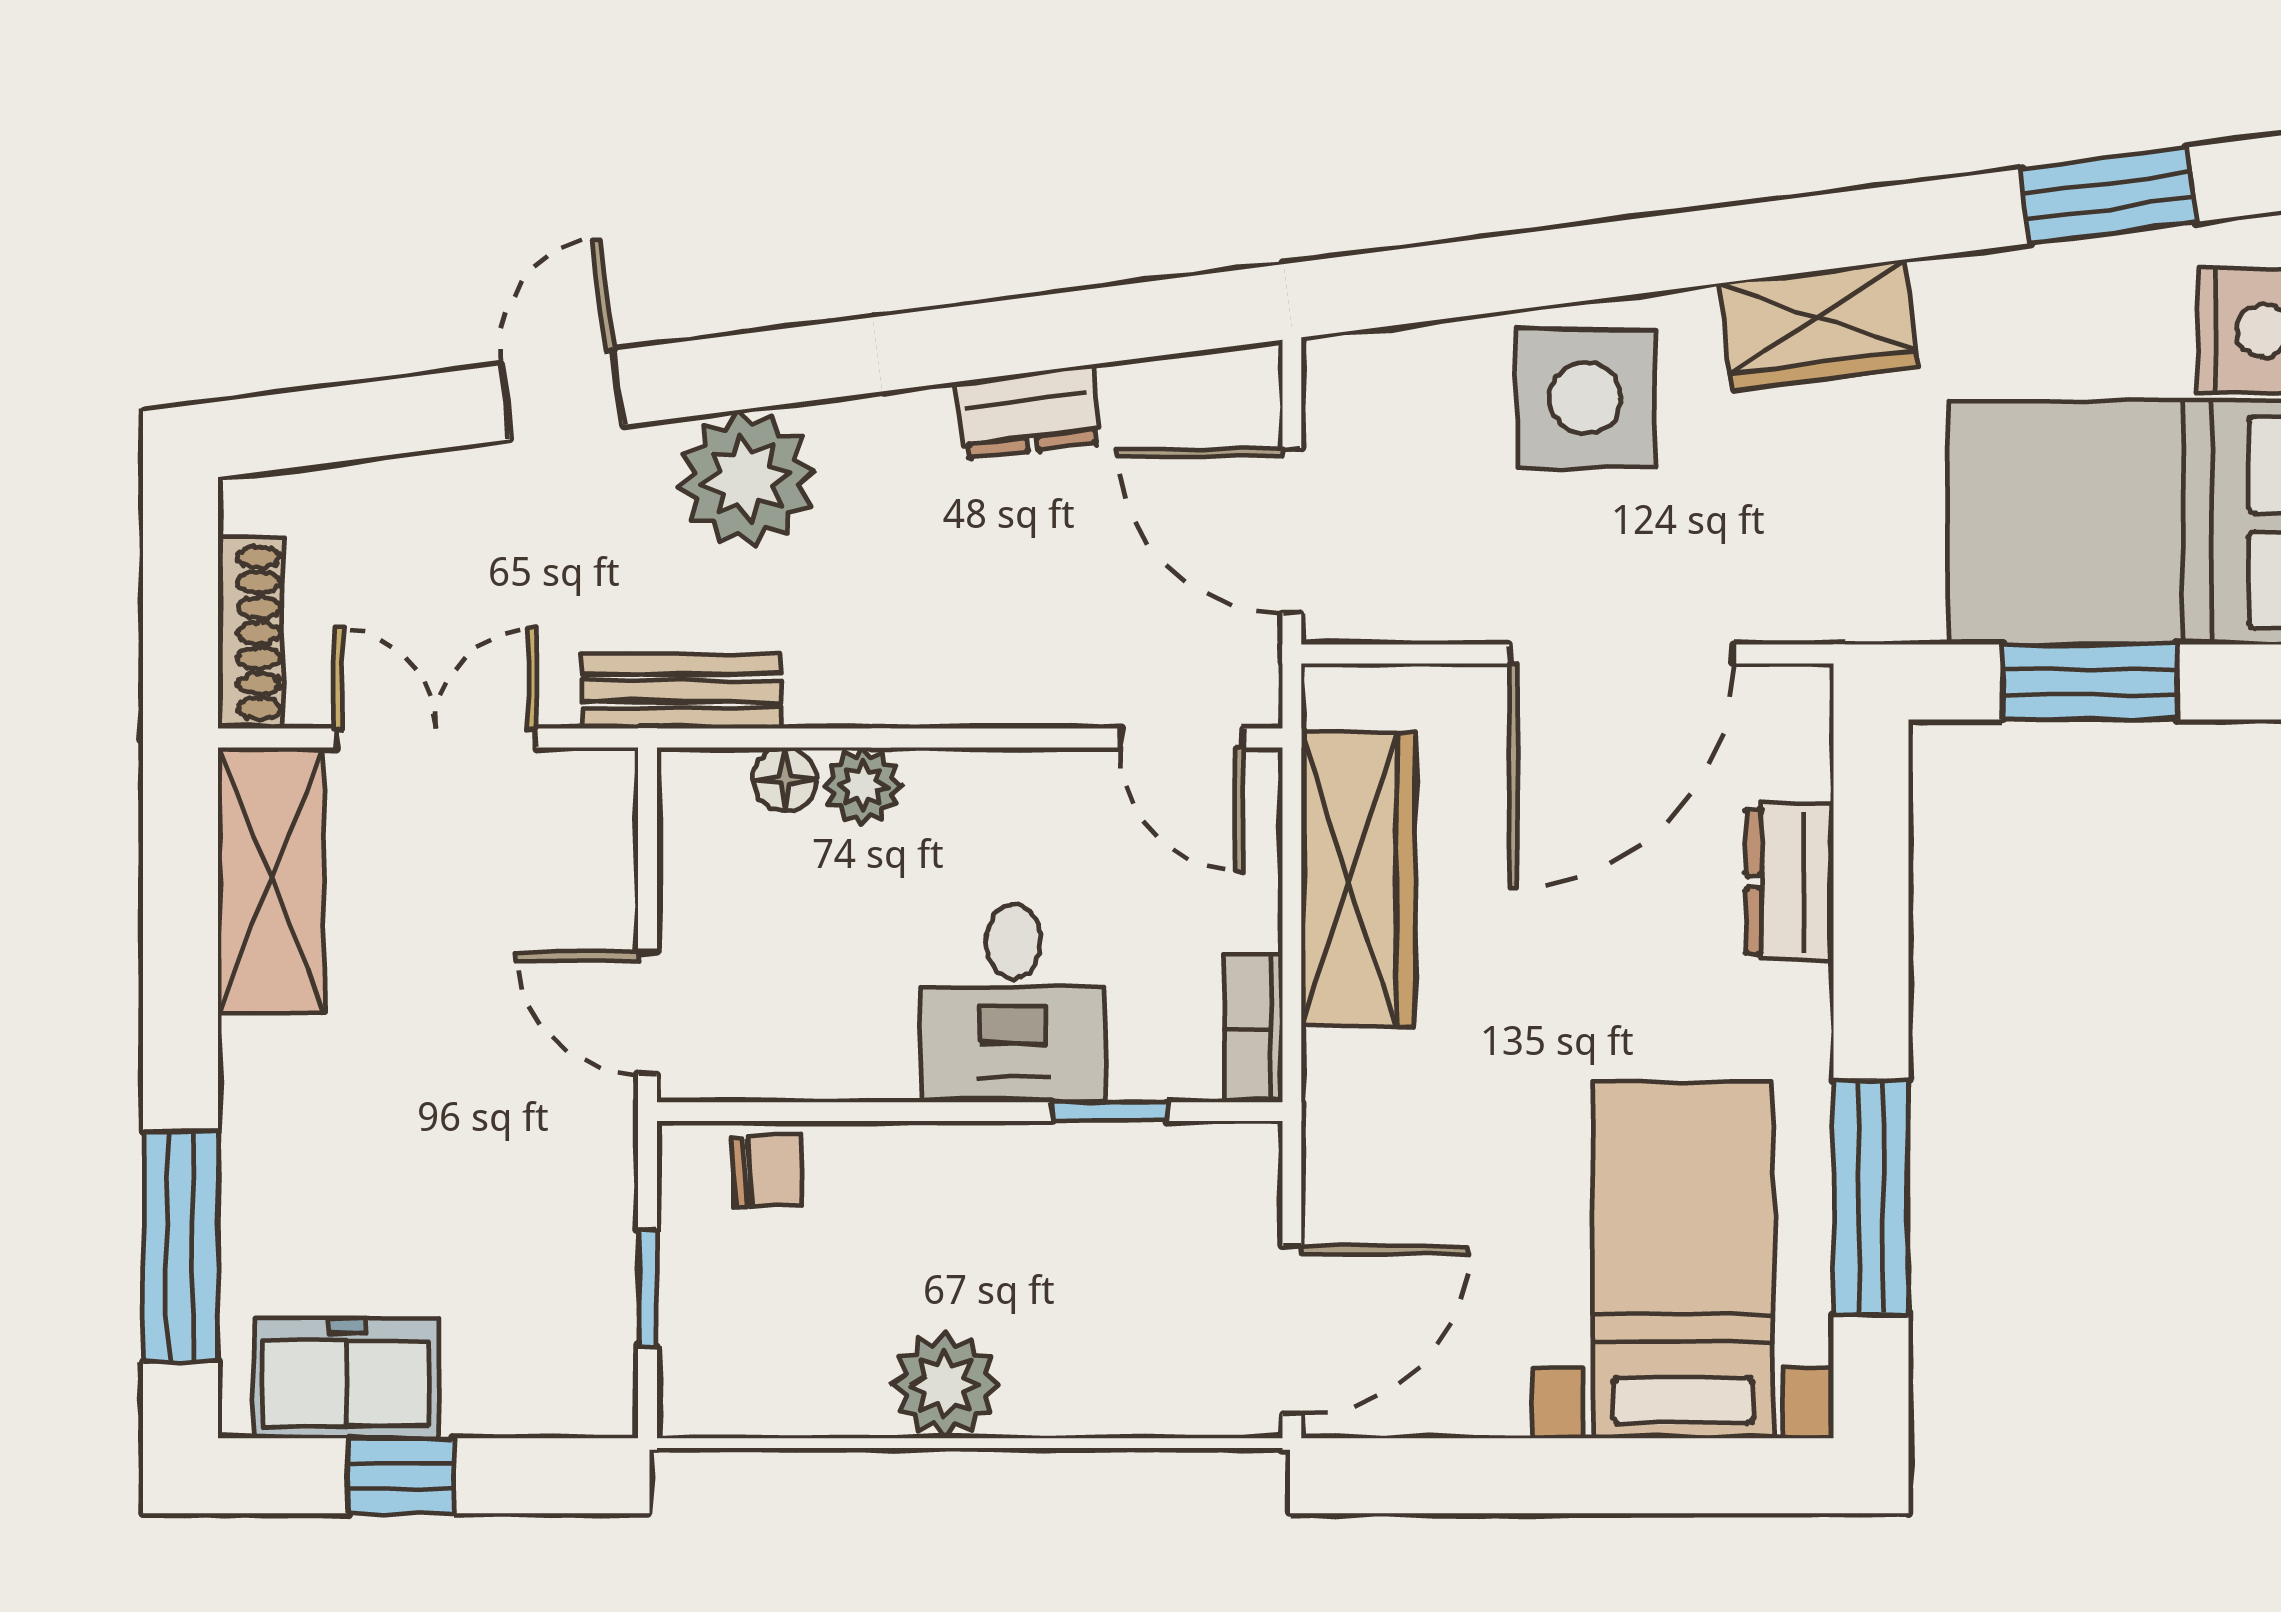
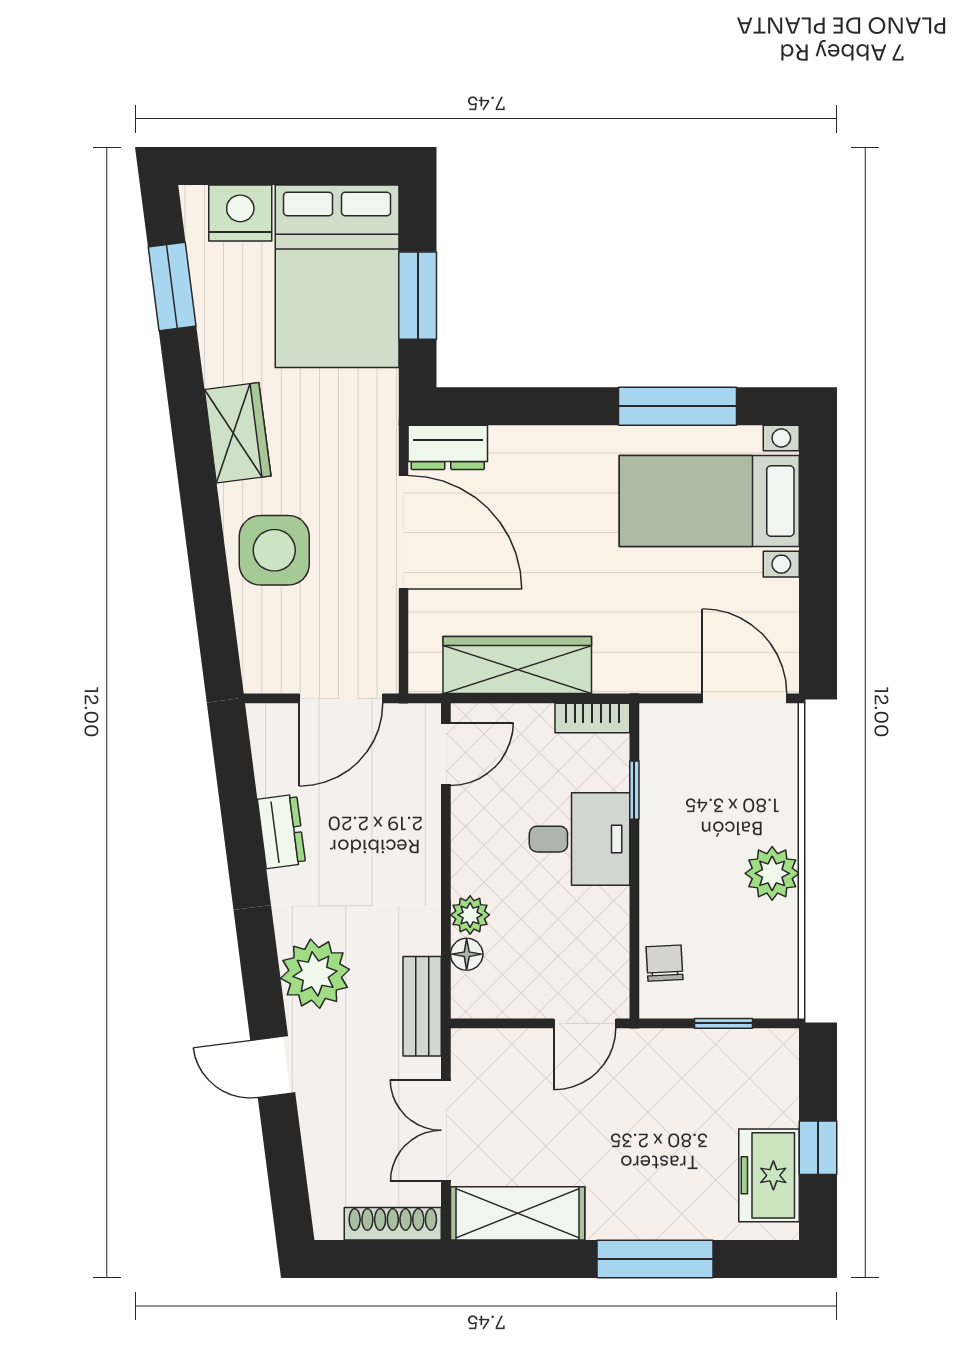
dresser: (1789, 882) -> (448, 447), moved
window: (181, 1247) -> (655, 1259), moved

